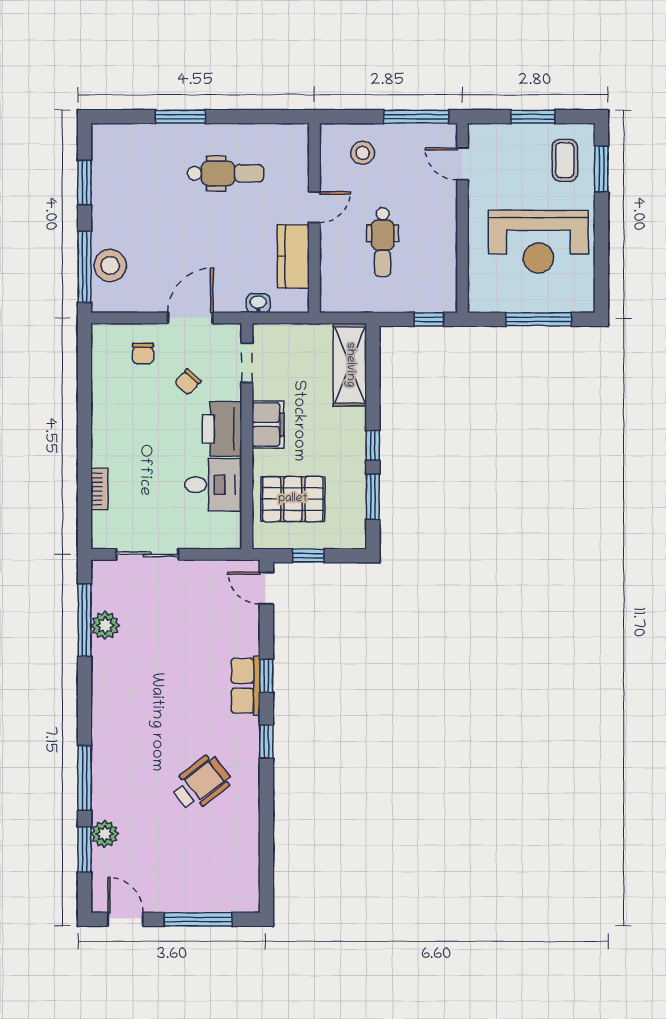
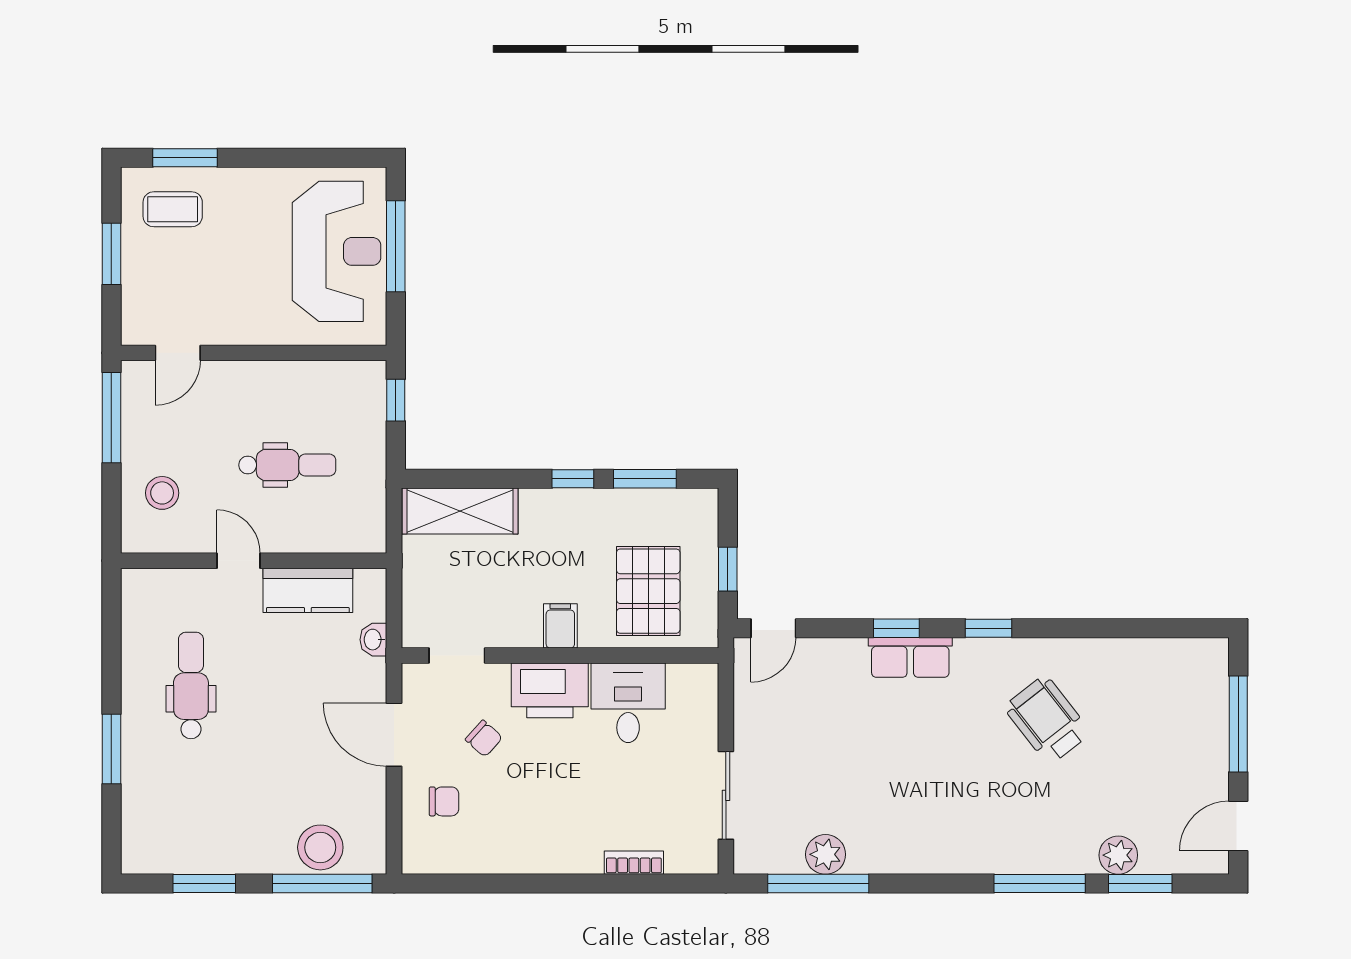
reception desk: (538, 242) -> (337, 251), moved
filing cabinet: (268, 424) -> (560, 626), width x0.50

